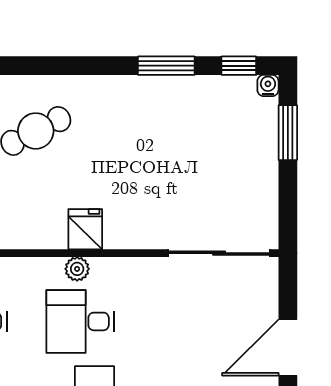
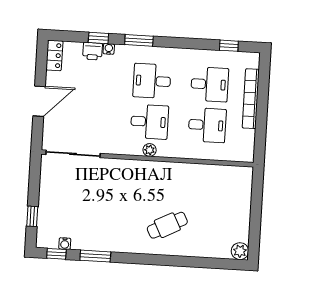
water cooler: (268, 86) -> (65, 244), moved
window: (288, 133) -> (32, 216), width x0.67
fridge: (85, 229) -> (144, 171), removed

